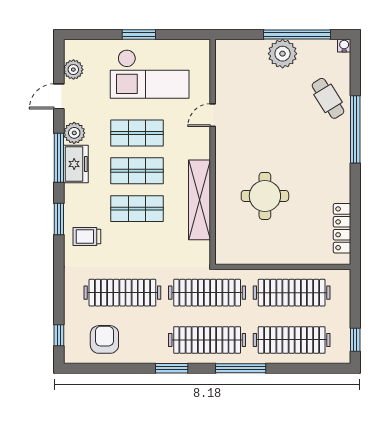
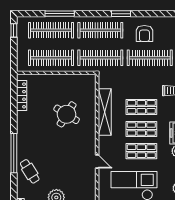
door: (213, 115) -> (97, 162), hinge flipped
round table: (265, 196) -> (67, 114), turned 32
armchair: (104, 339) -> (144, 33), moved
window: (241, 368) -> (60, 14), moved

